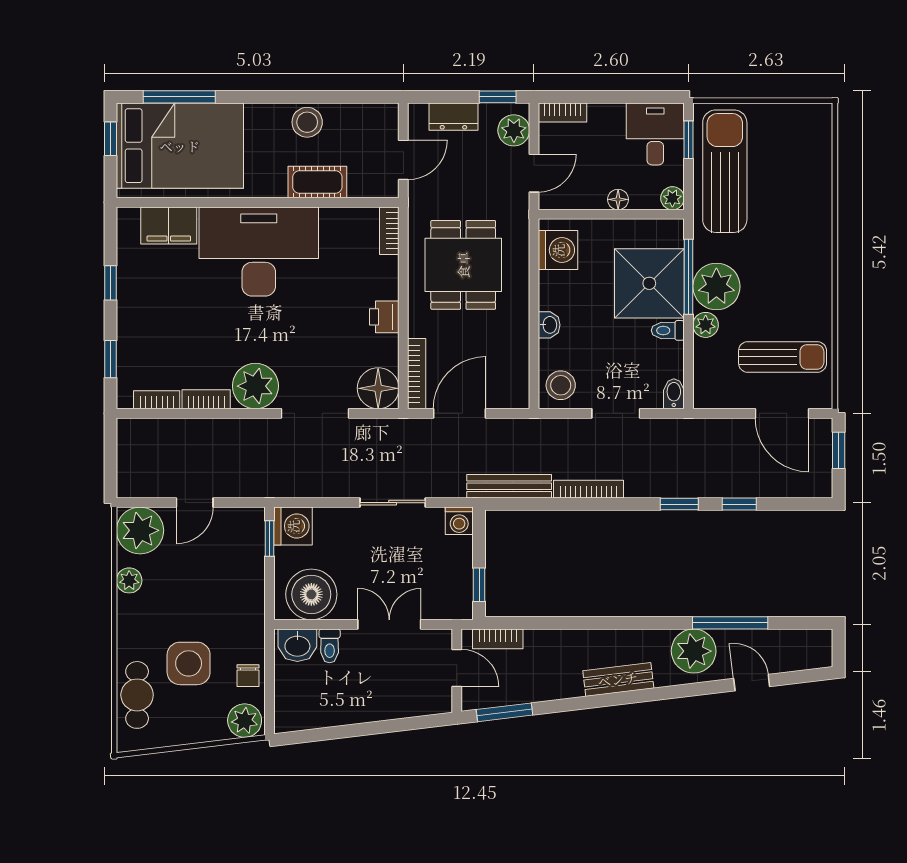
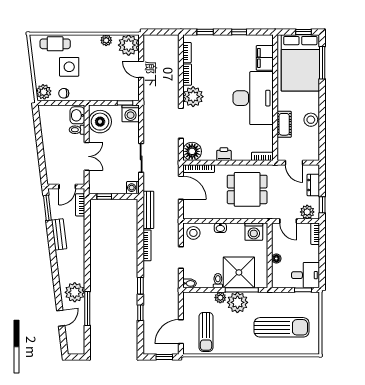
sun lounger: (725, 171) -> (282, 327), moved
plant: (672, 198) -> (277, 283), removed
bench: (618, 679) -> (59, 234), moved

